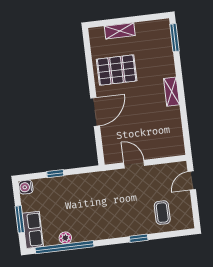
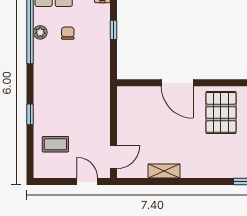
shelving: (172, 92) -> (164, 171), moved
door: (134, 164) -> (113, 157), moved
chair: (63, 214) -> (68, 33), added

